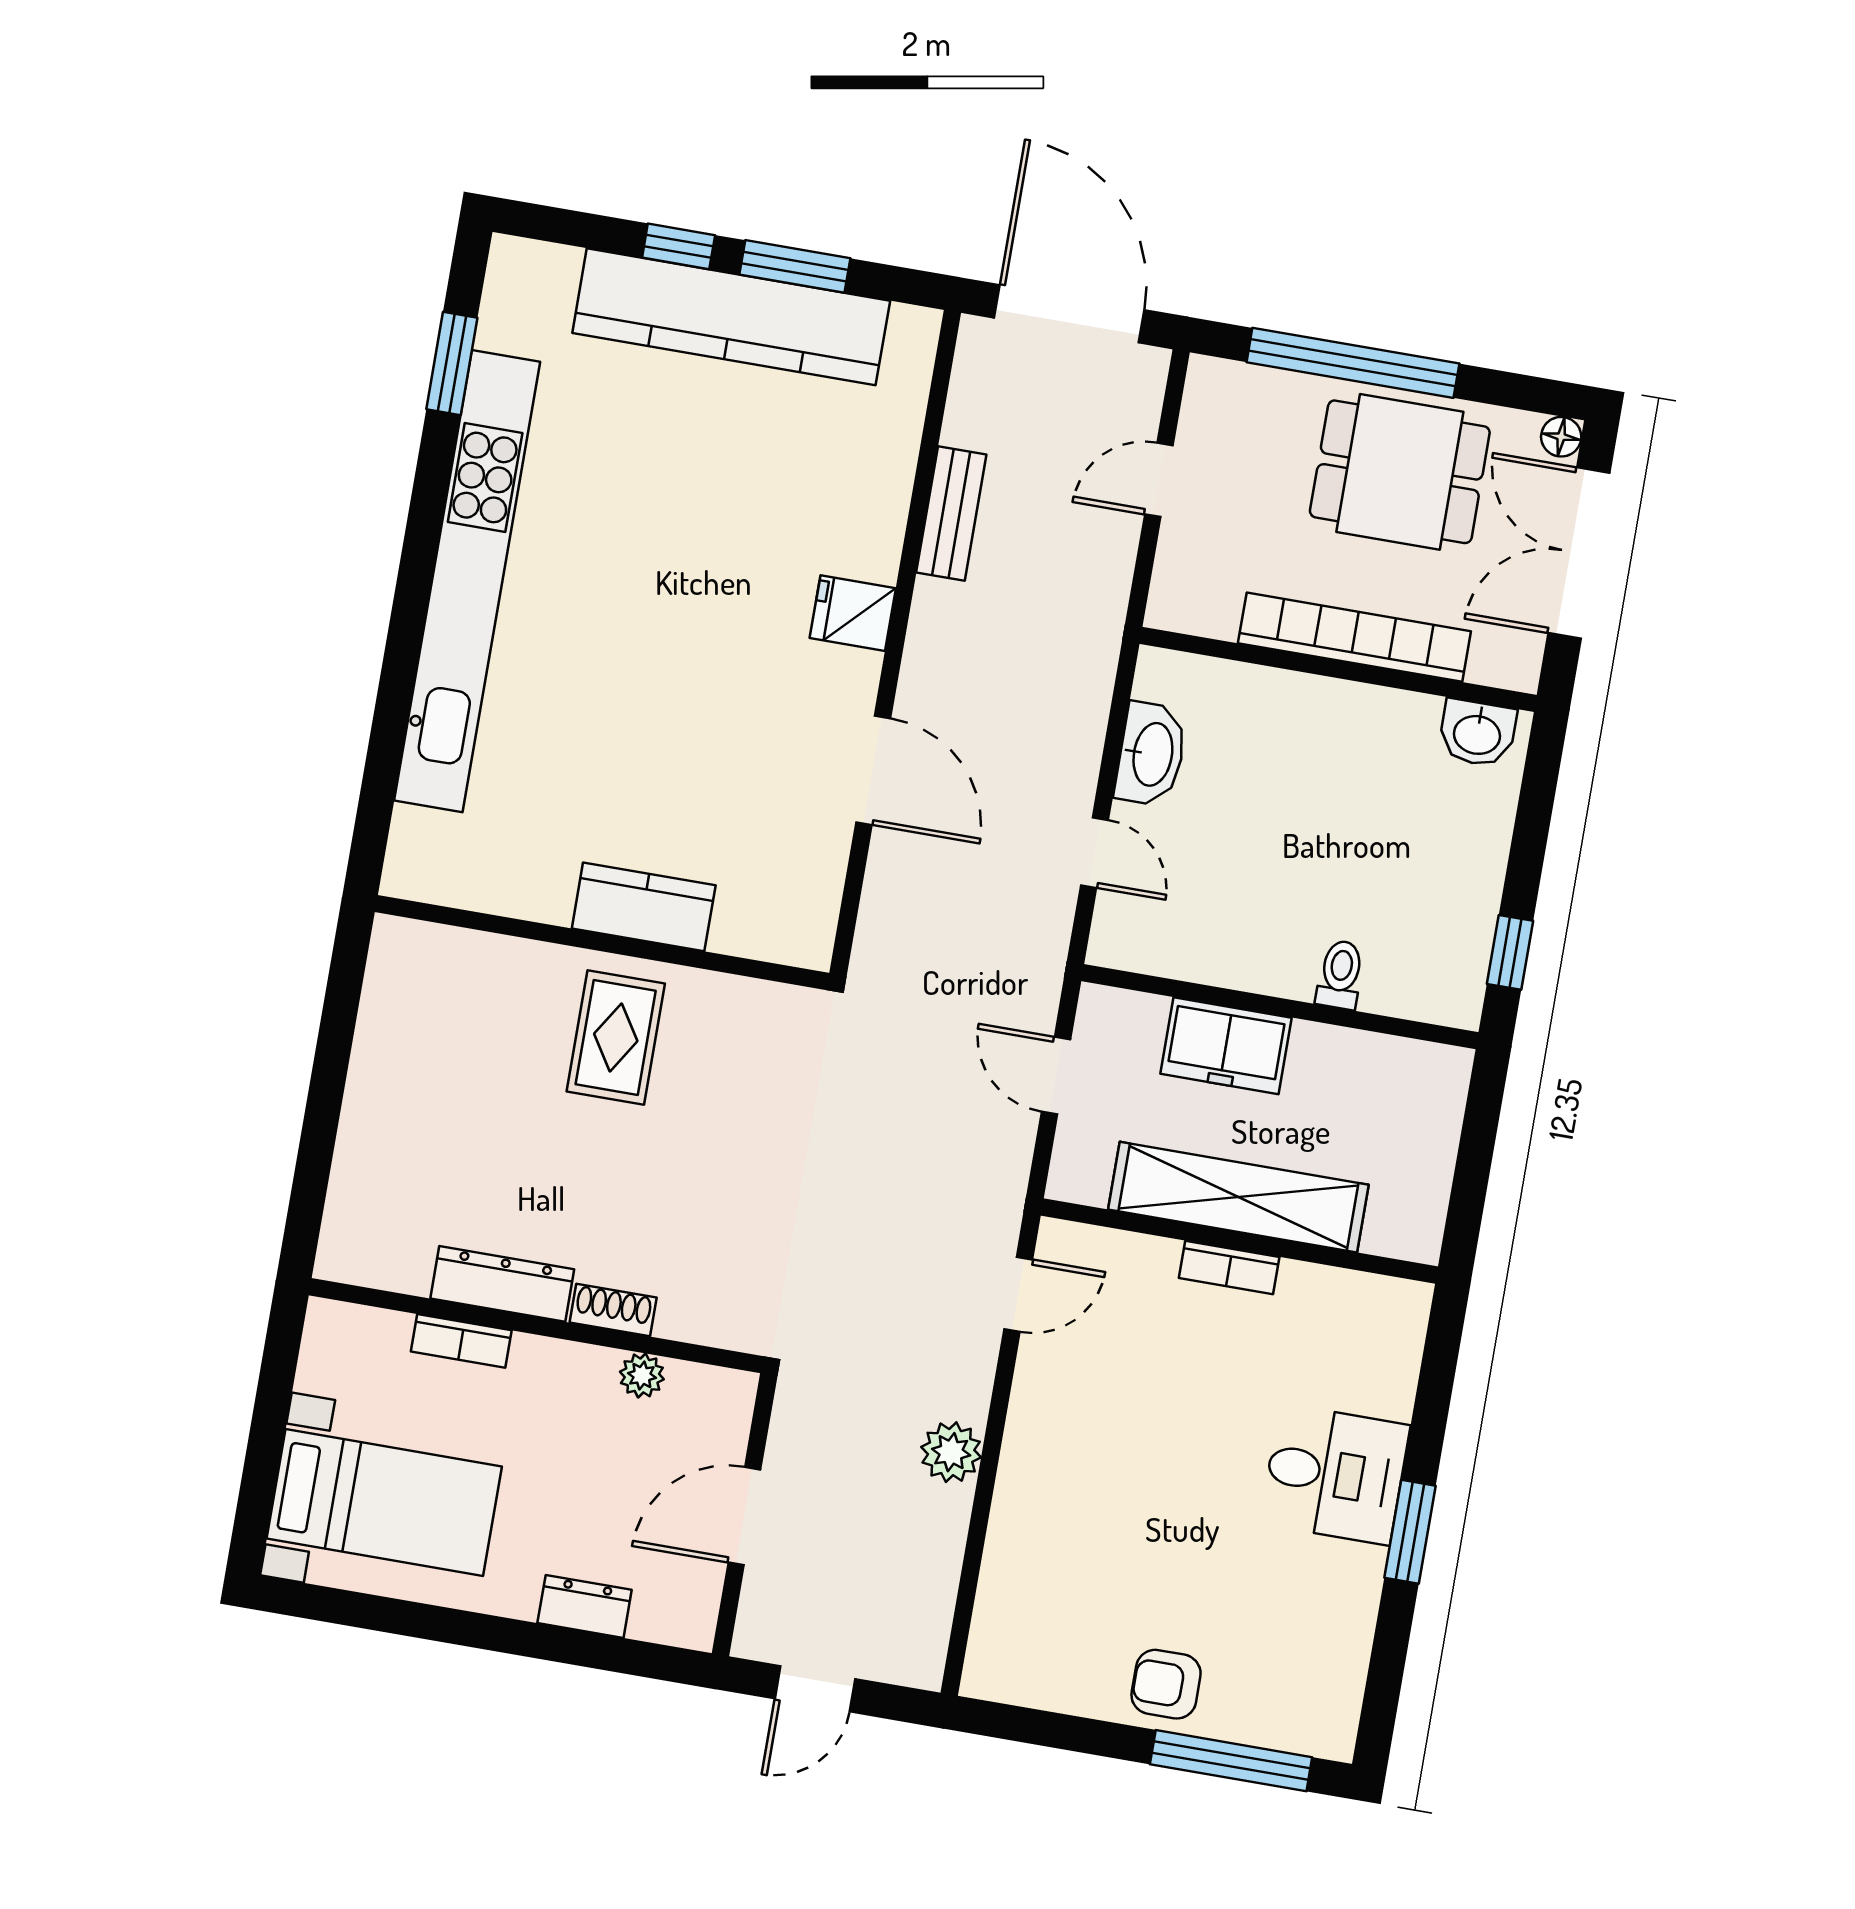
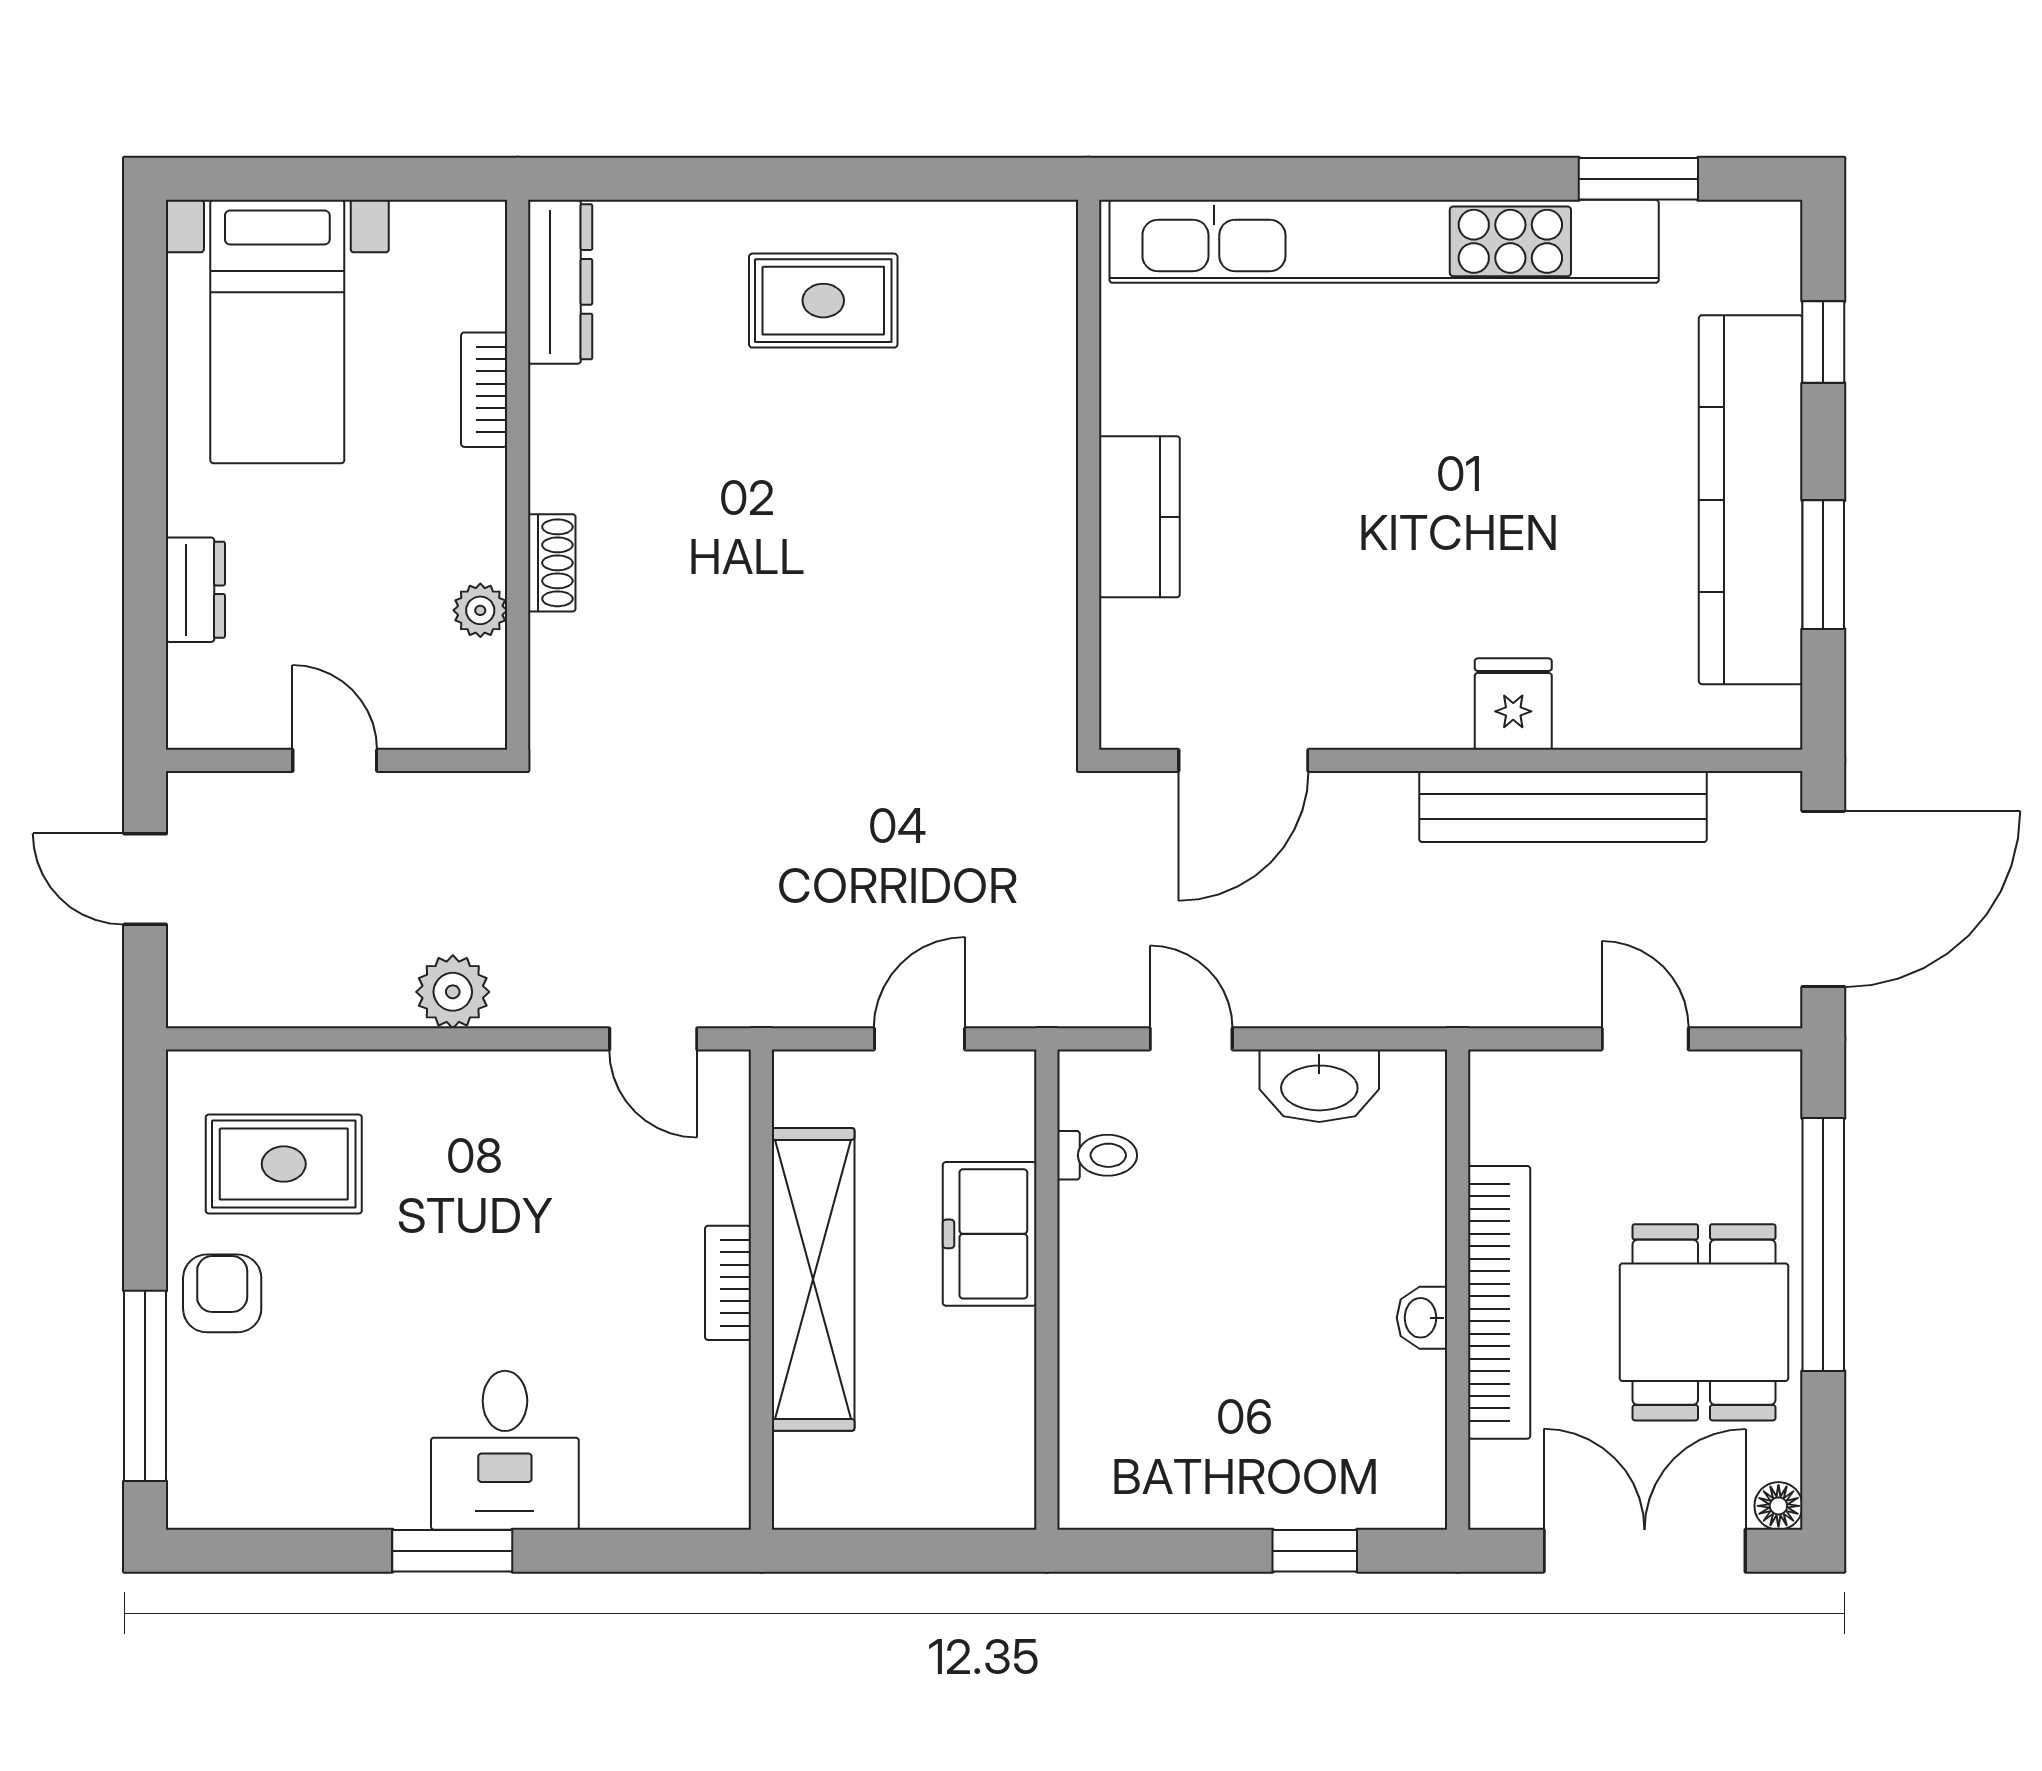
window: (679, 246) -> (1823, 342), moved
bench: (951, 514) -> (1563, 806), width x1.86, depth x1.21
fridge: (853, 613) -> (1513, 704), moved
washbasin: (1477, 733) -> (1422, 1318), moved, width x0.72, depth x0.69
door: (1094, 853) -> (1191, 1039), swing flipped
kitchen counter: (644, 907) -> (1139, 517), moved
wall: (602, 943) -> (1089, 475), moved
window: (1510, 952) -> (1315, 1551), moved
toilet: (1340, 975) -> (1097, 1155), moved
rug: (616, 1037) -> (823, 301), moved
dresser: (502, 1284) -> (560, 282), moved
door: (744, 1516) -> (335, 760), width x0.73
rug: (1069, 1615) -> (284, 1164), added

